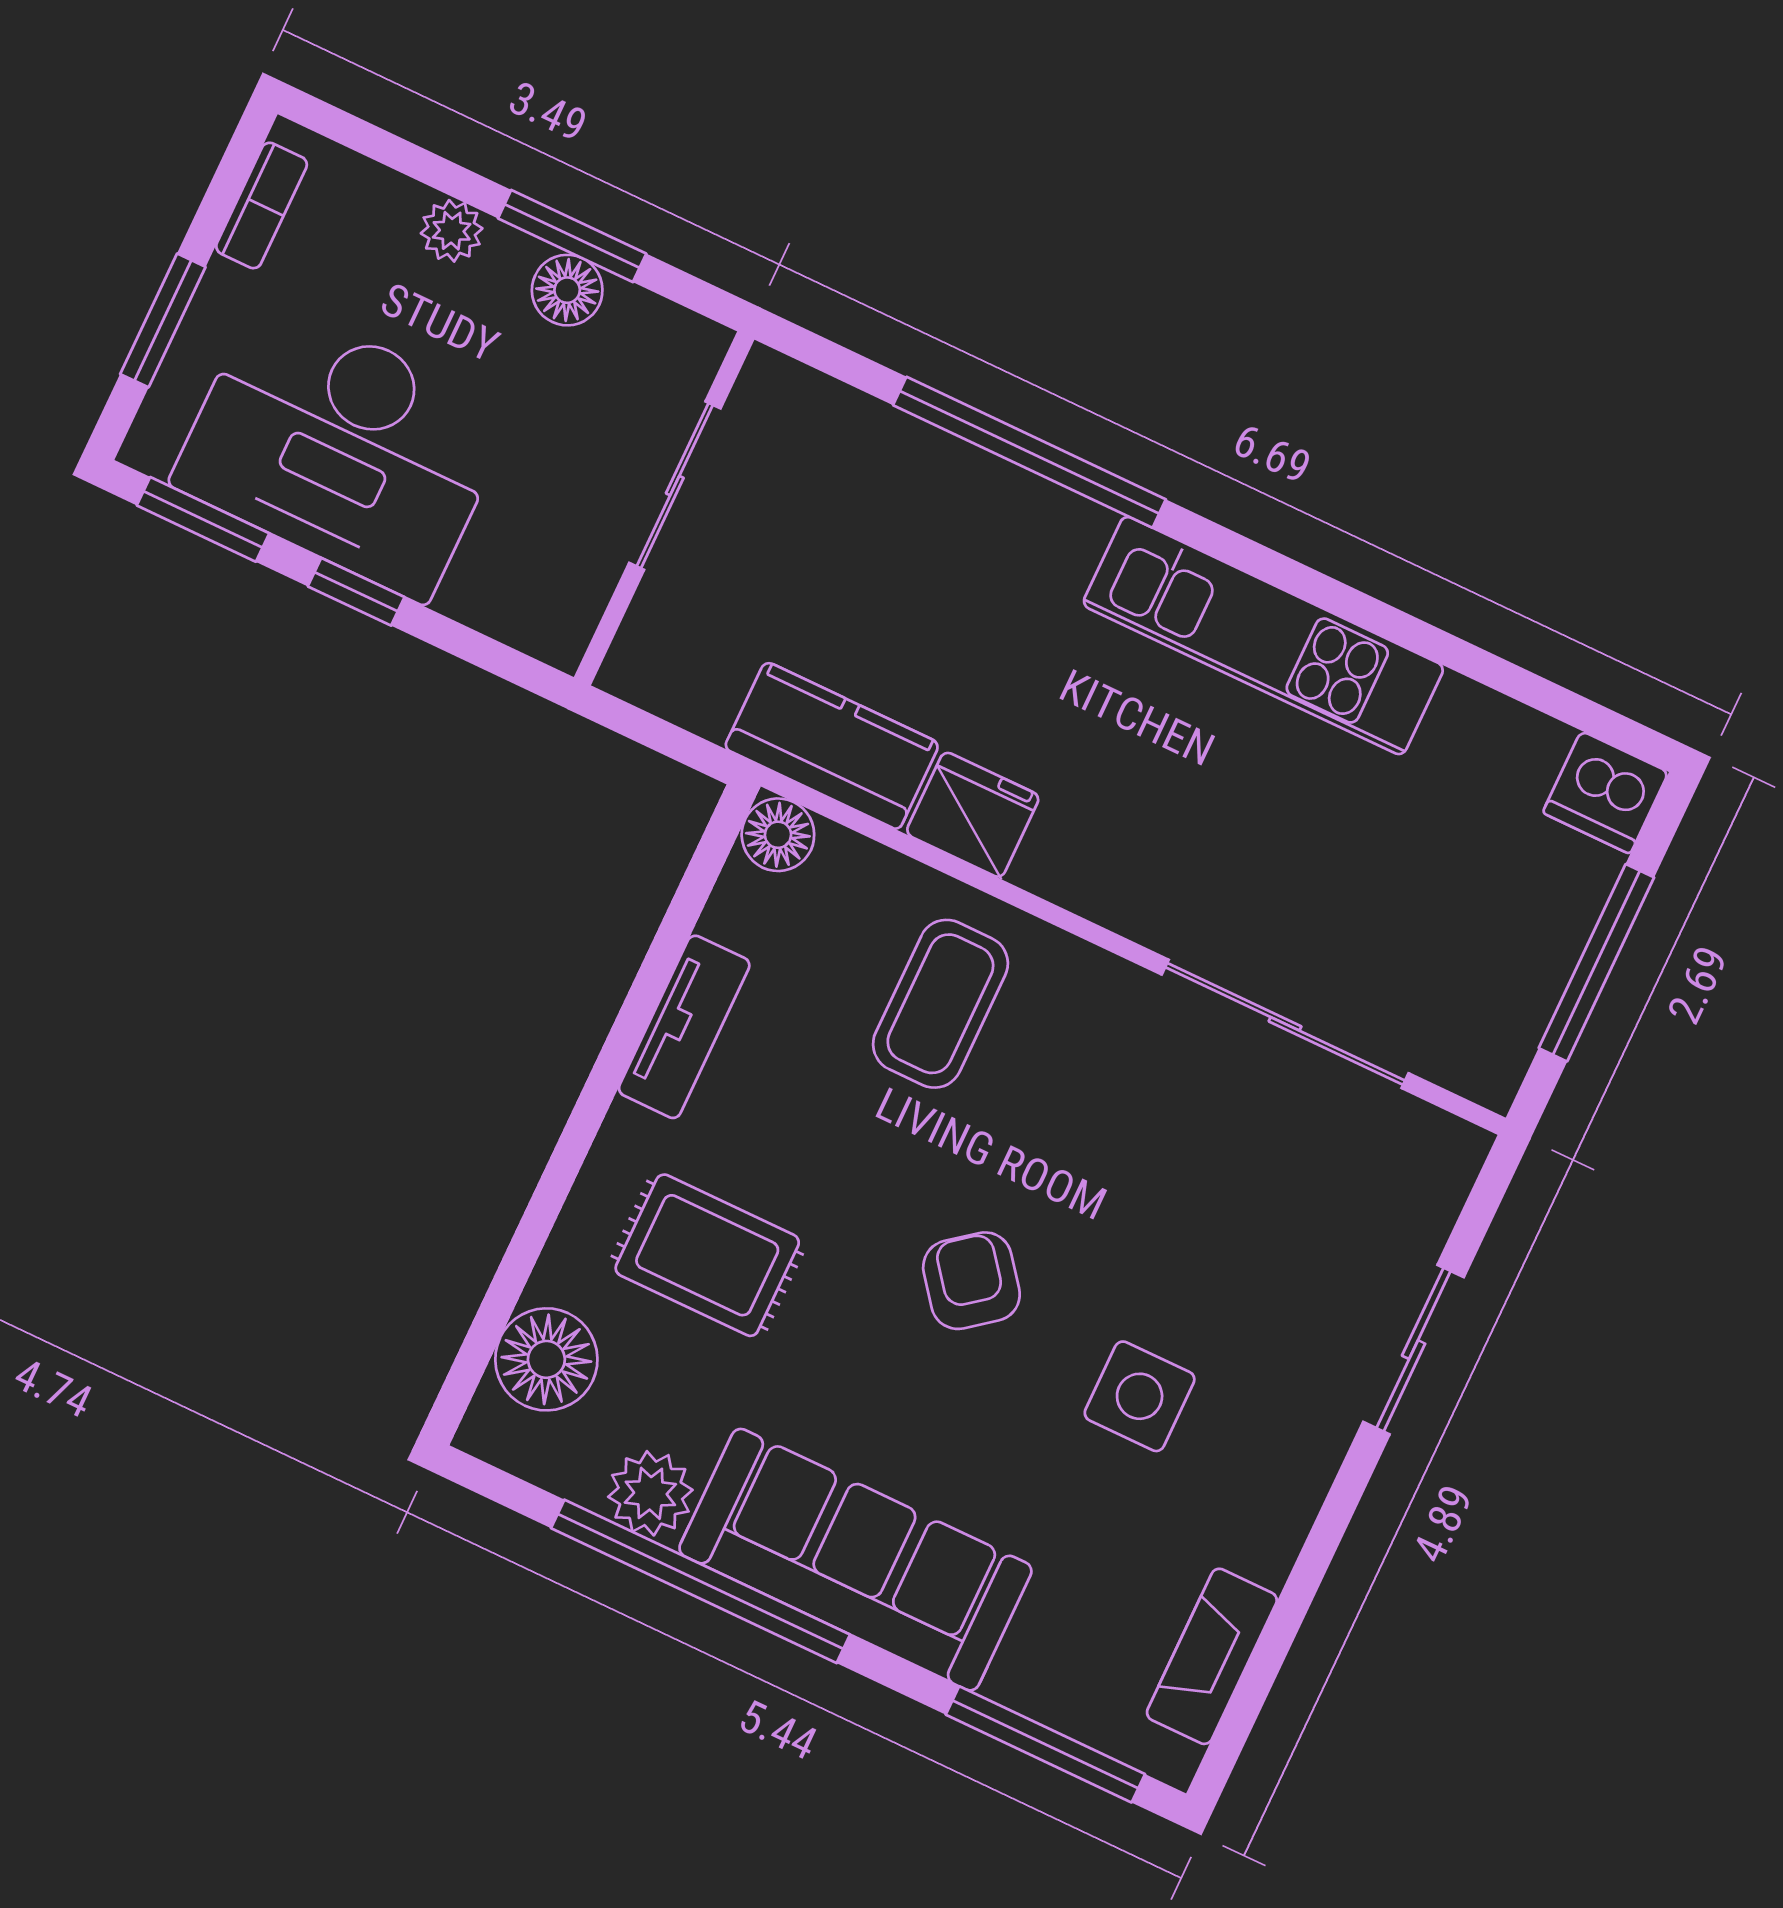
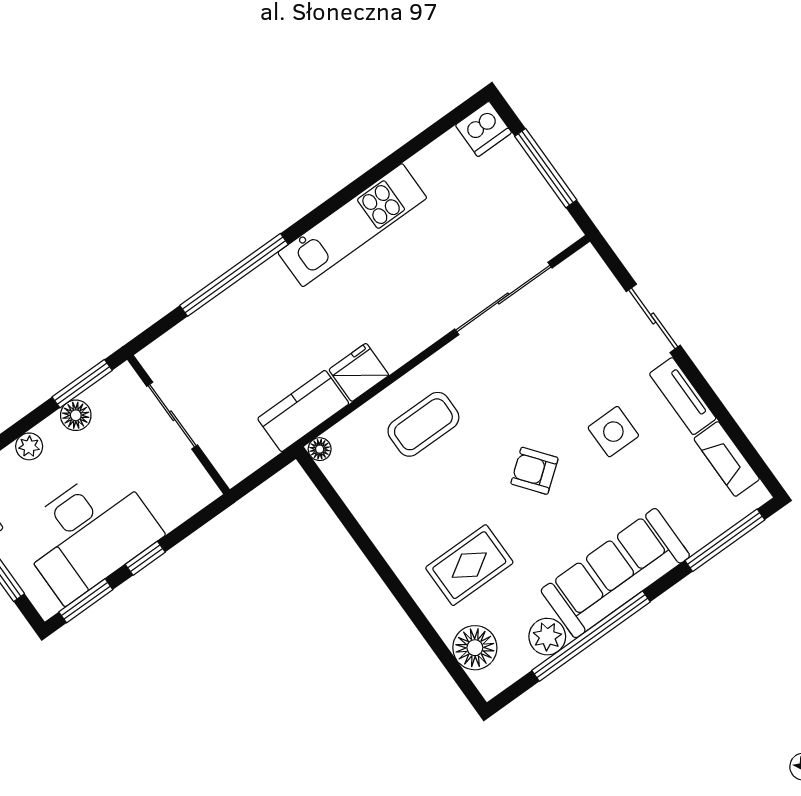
window: (572, 236) -> (82, 384), moved
floor lamp: (778, 835) -> (320, 449), width x0.73, depth x0.73
coffee table: (940, 1004) -> (423, 424), turned 90
tv unit: (684, 1027) -> (683, 396), moved, turned 180

